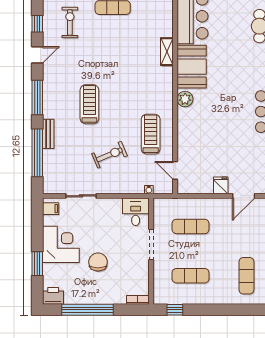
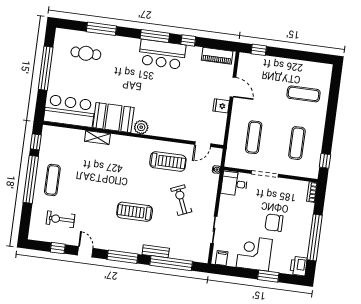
treadmill: (151, 134) -> (168, 161), turned 180

